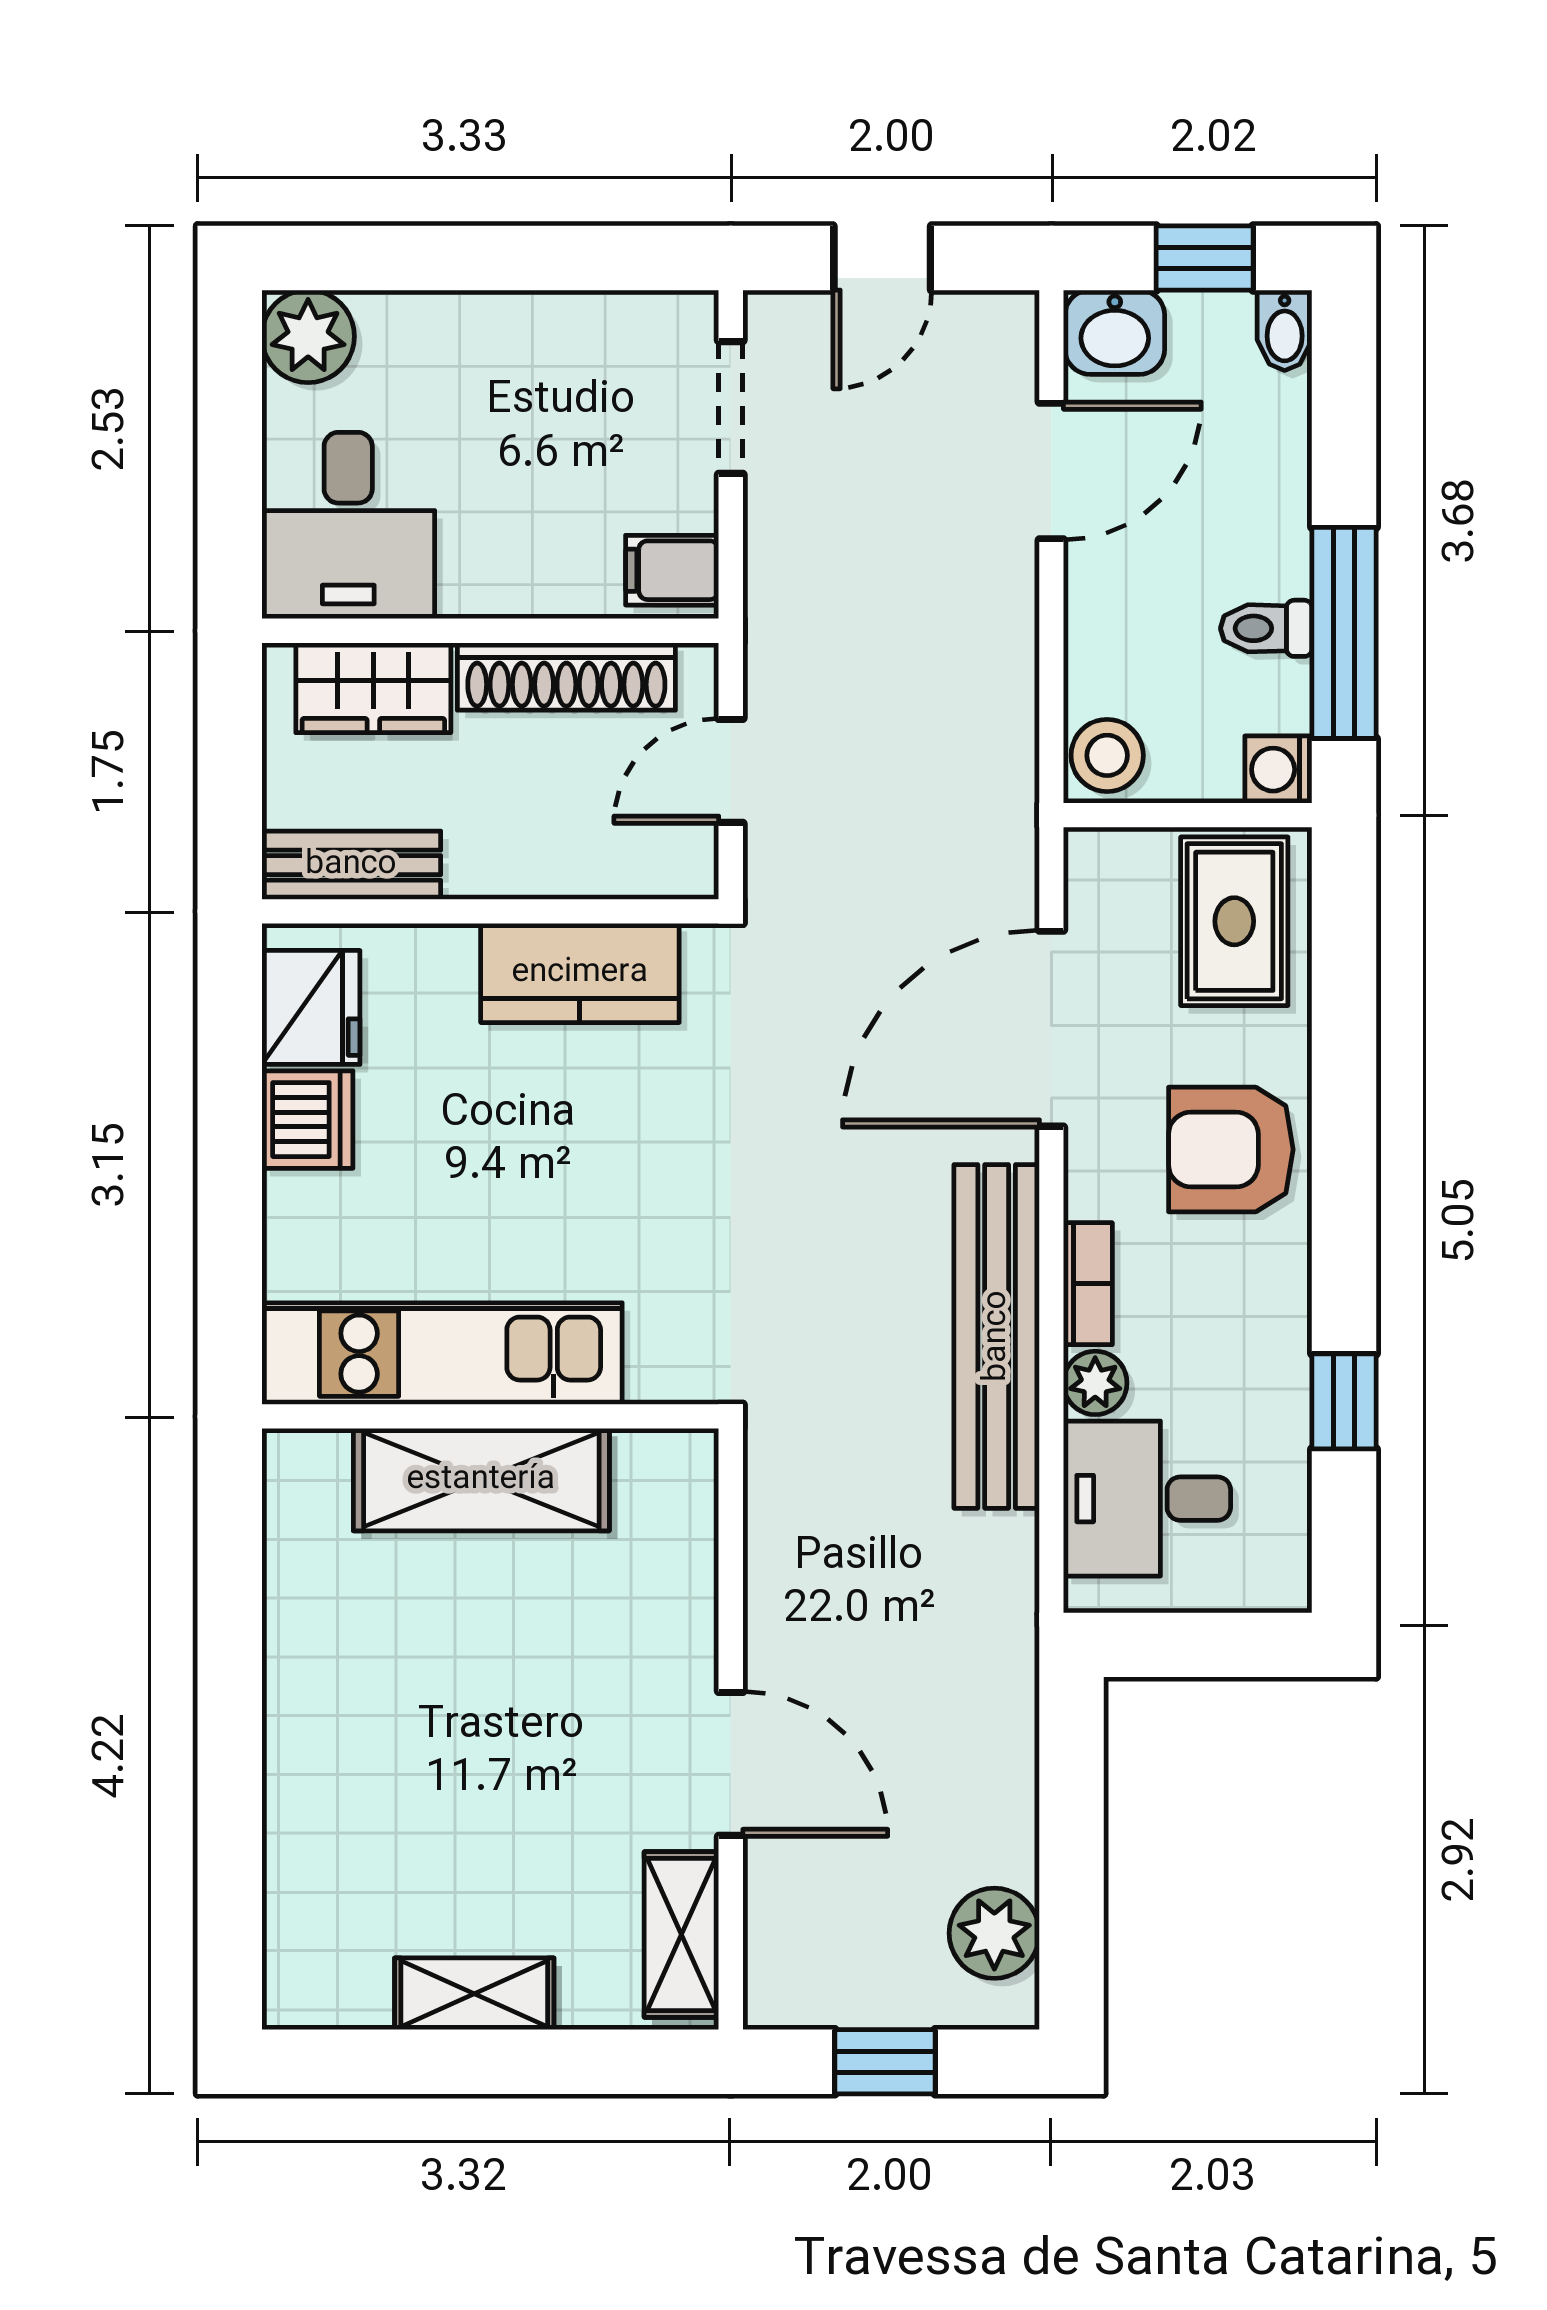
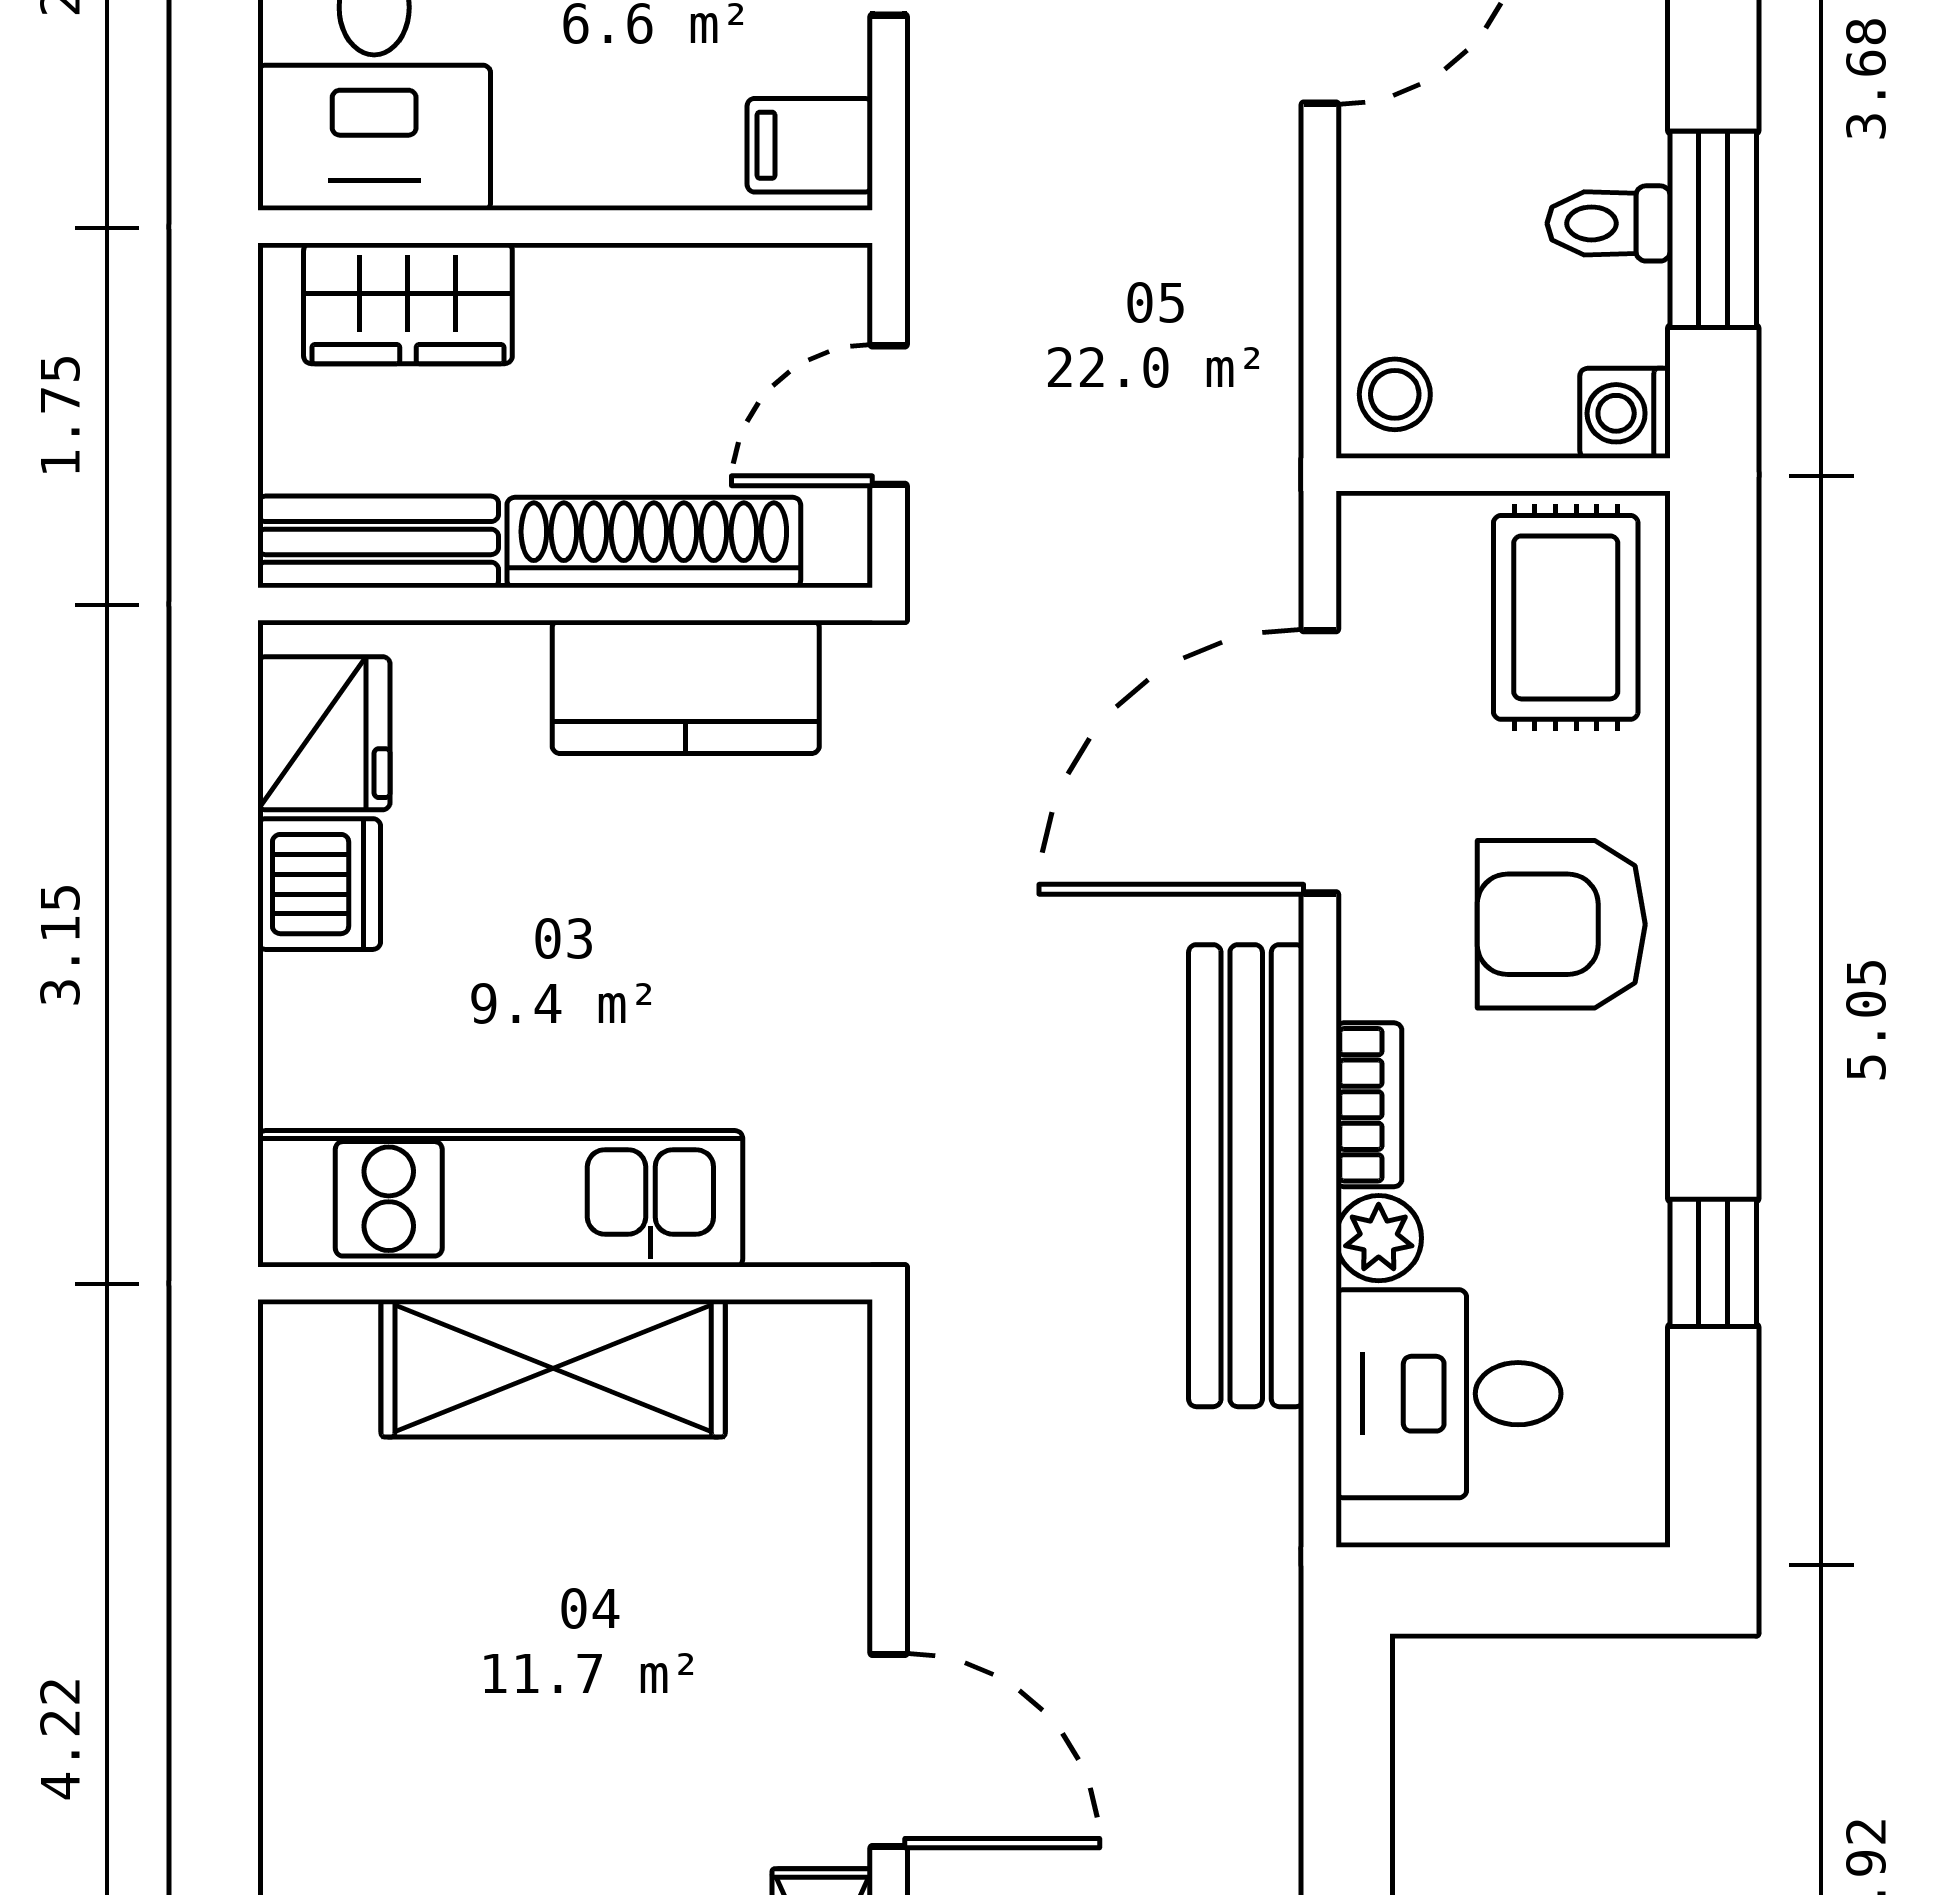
window: (1344, 633) -> (1713, 229), width x0.69
shoe rack: (566, 676) -> (654, 543), moved, turned 180
stool: (1107, 755) -> (1395, 394), width x0.73, depth x0.73

